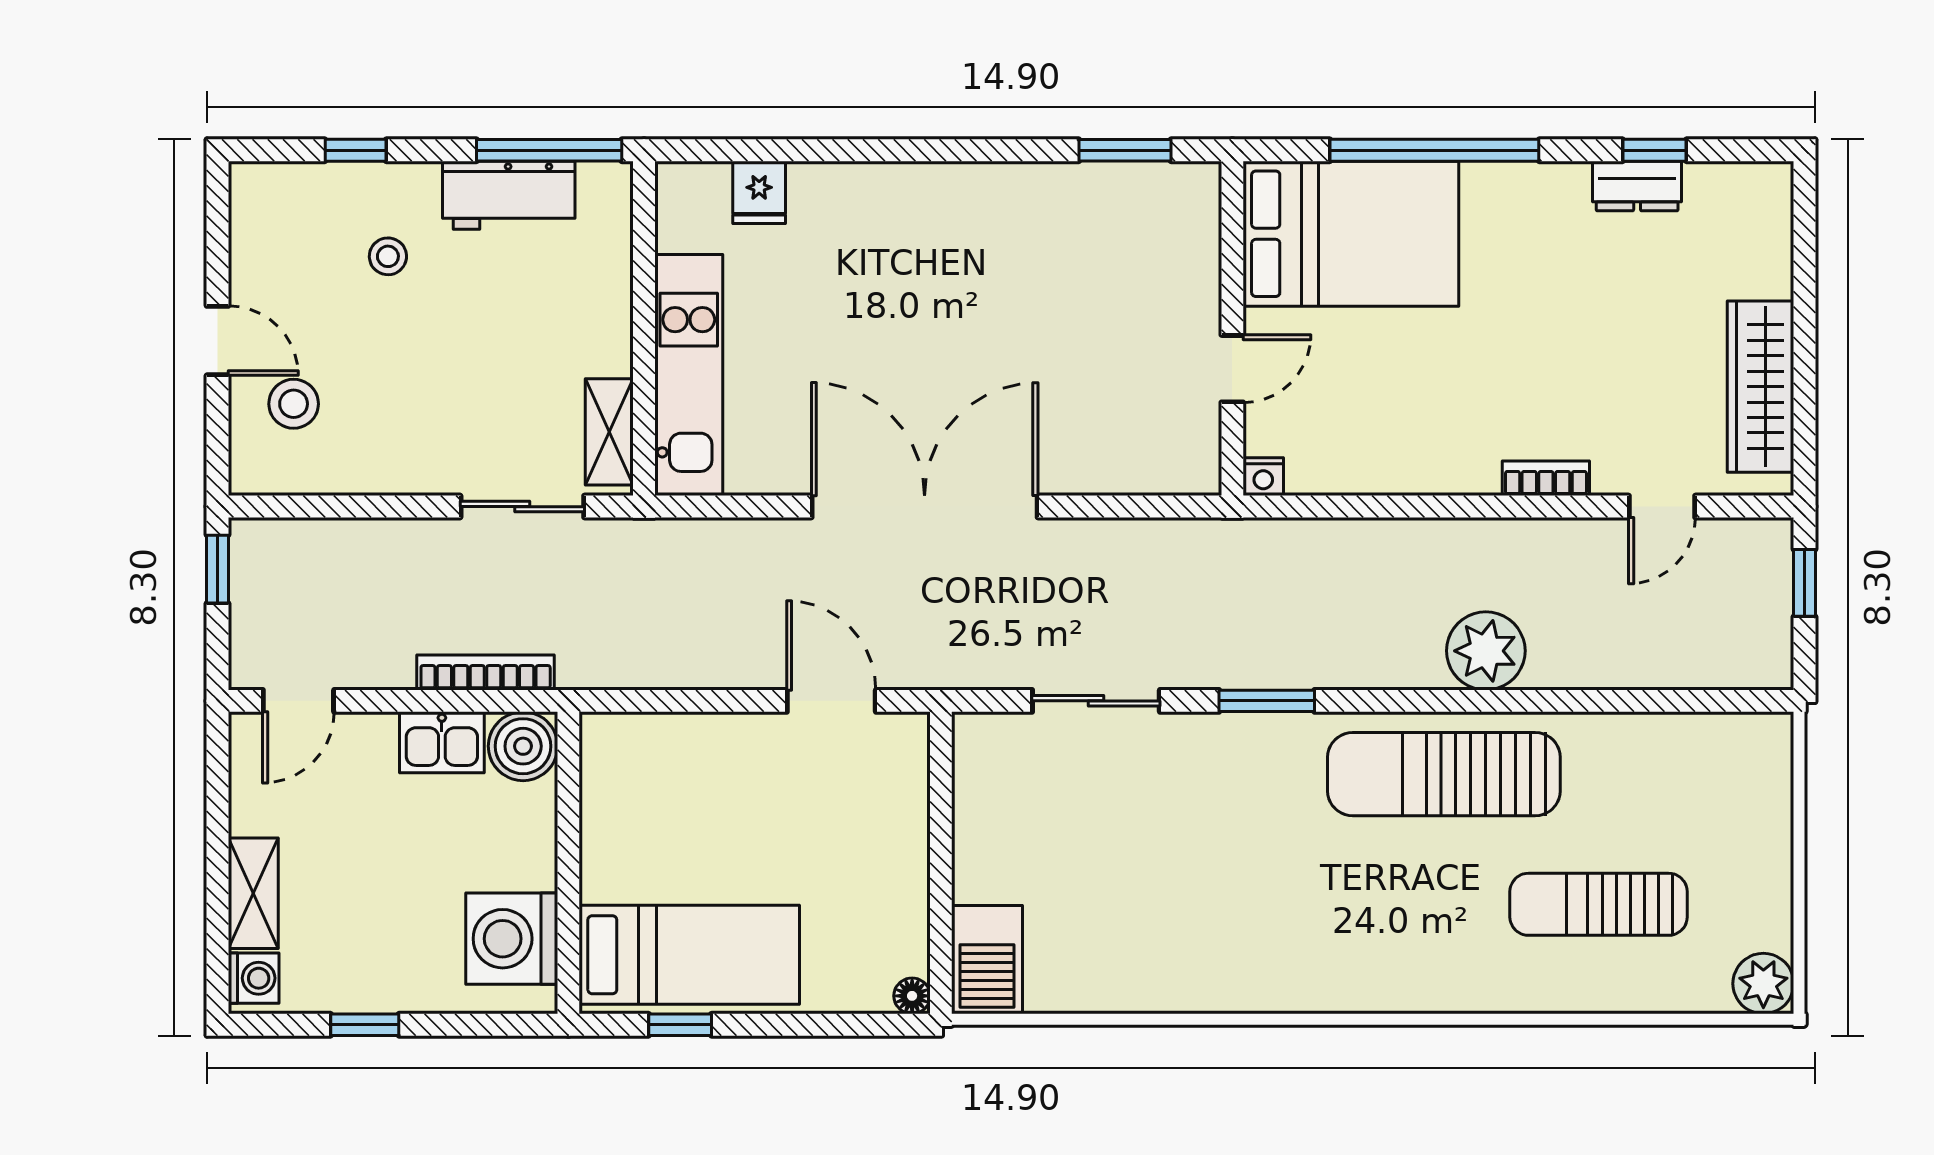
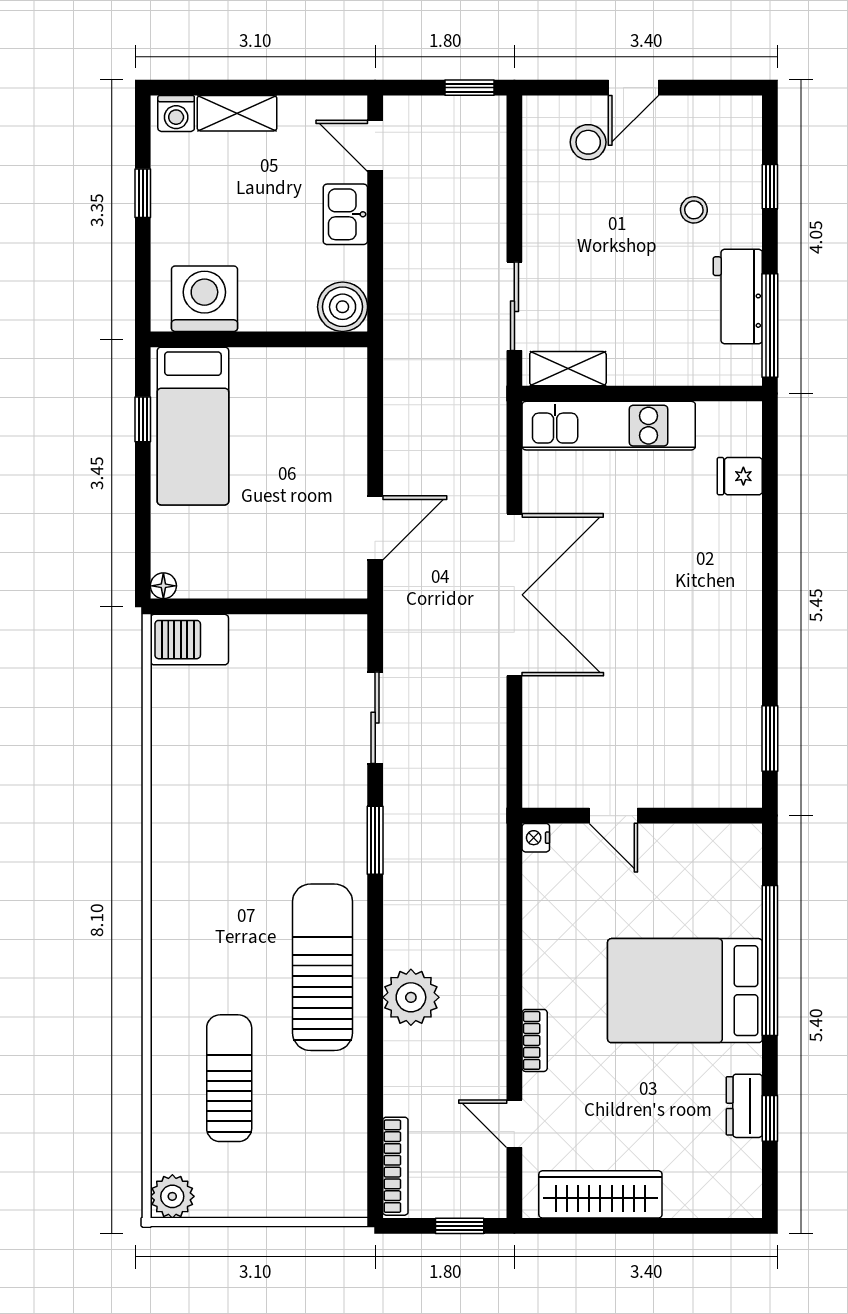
bed: (1351, 234) -> (685, 991), moved, turned 90
bookcase: (486, 672) -> (395, 1166), moved
kitchen sink: (442, 742) -> (345, 214), moved

